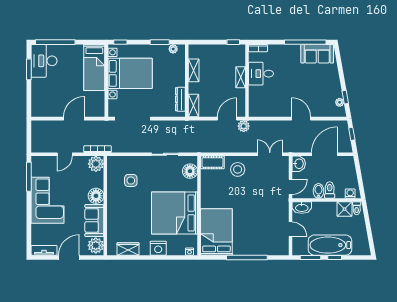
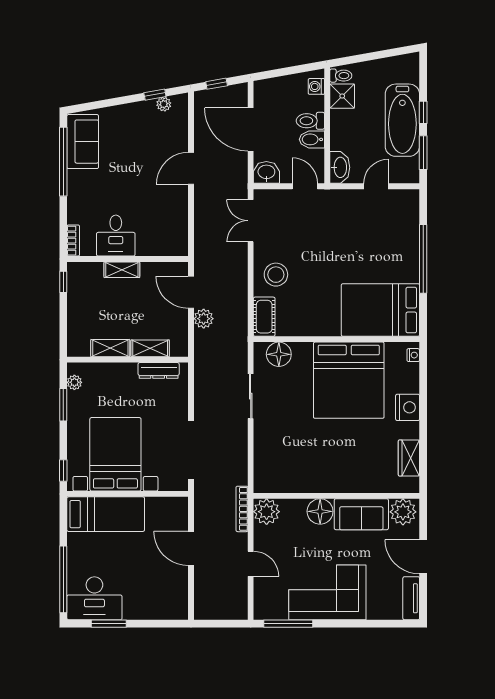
shelving: (194, 106) -> (150, 348), moved
plant: (244, 126) -> (204, 319), moved
side table: (131, 180) -> (294, 453), removed

